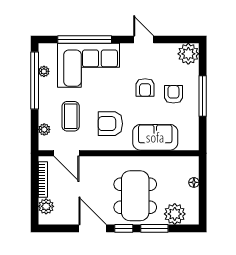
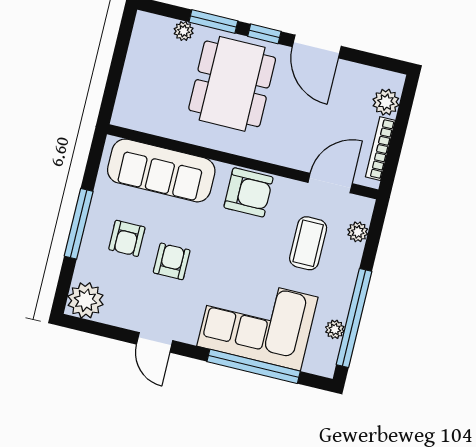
armchair: (110, 124) -> (248, 192), moved
sofa: (155, 137) -> (161, 170), width x1.36
door: (67, 153) -> (330, 183), hinge flipped
floor lamp: (194, 182) -> (128, 82), removed
plant: (175, 214) -> (184, 31), width x0.53, depth x0.53

